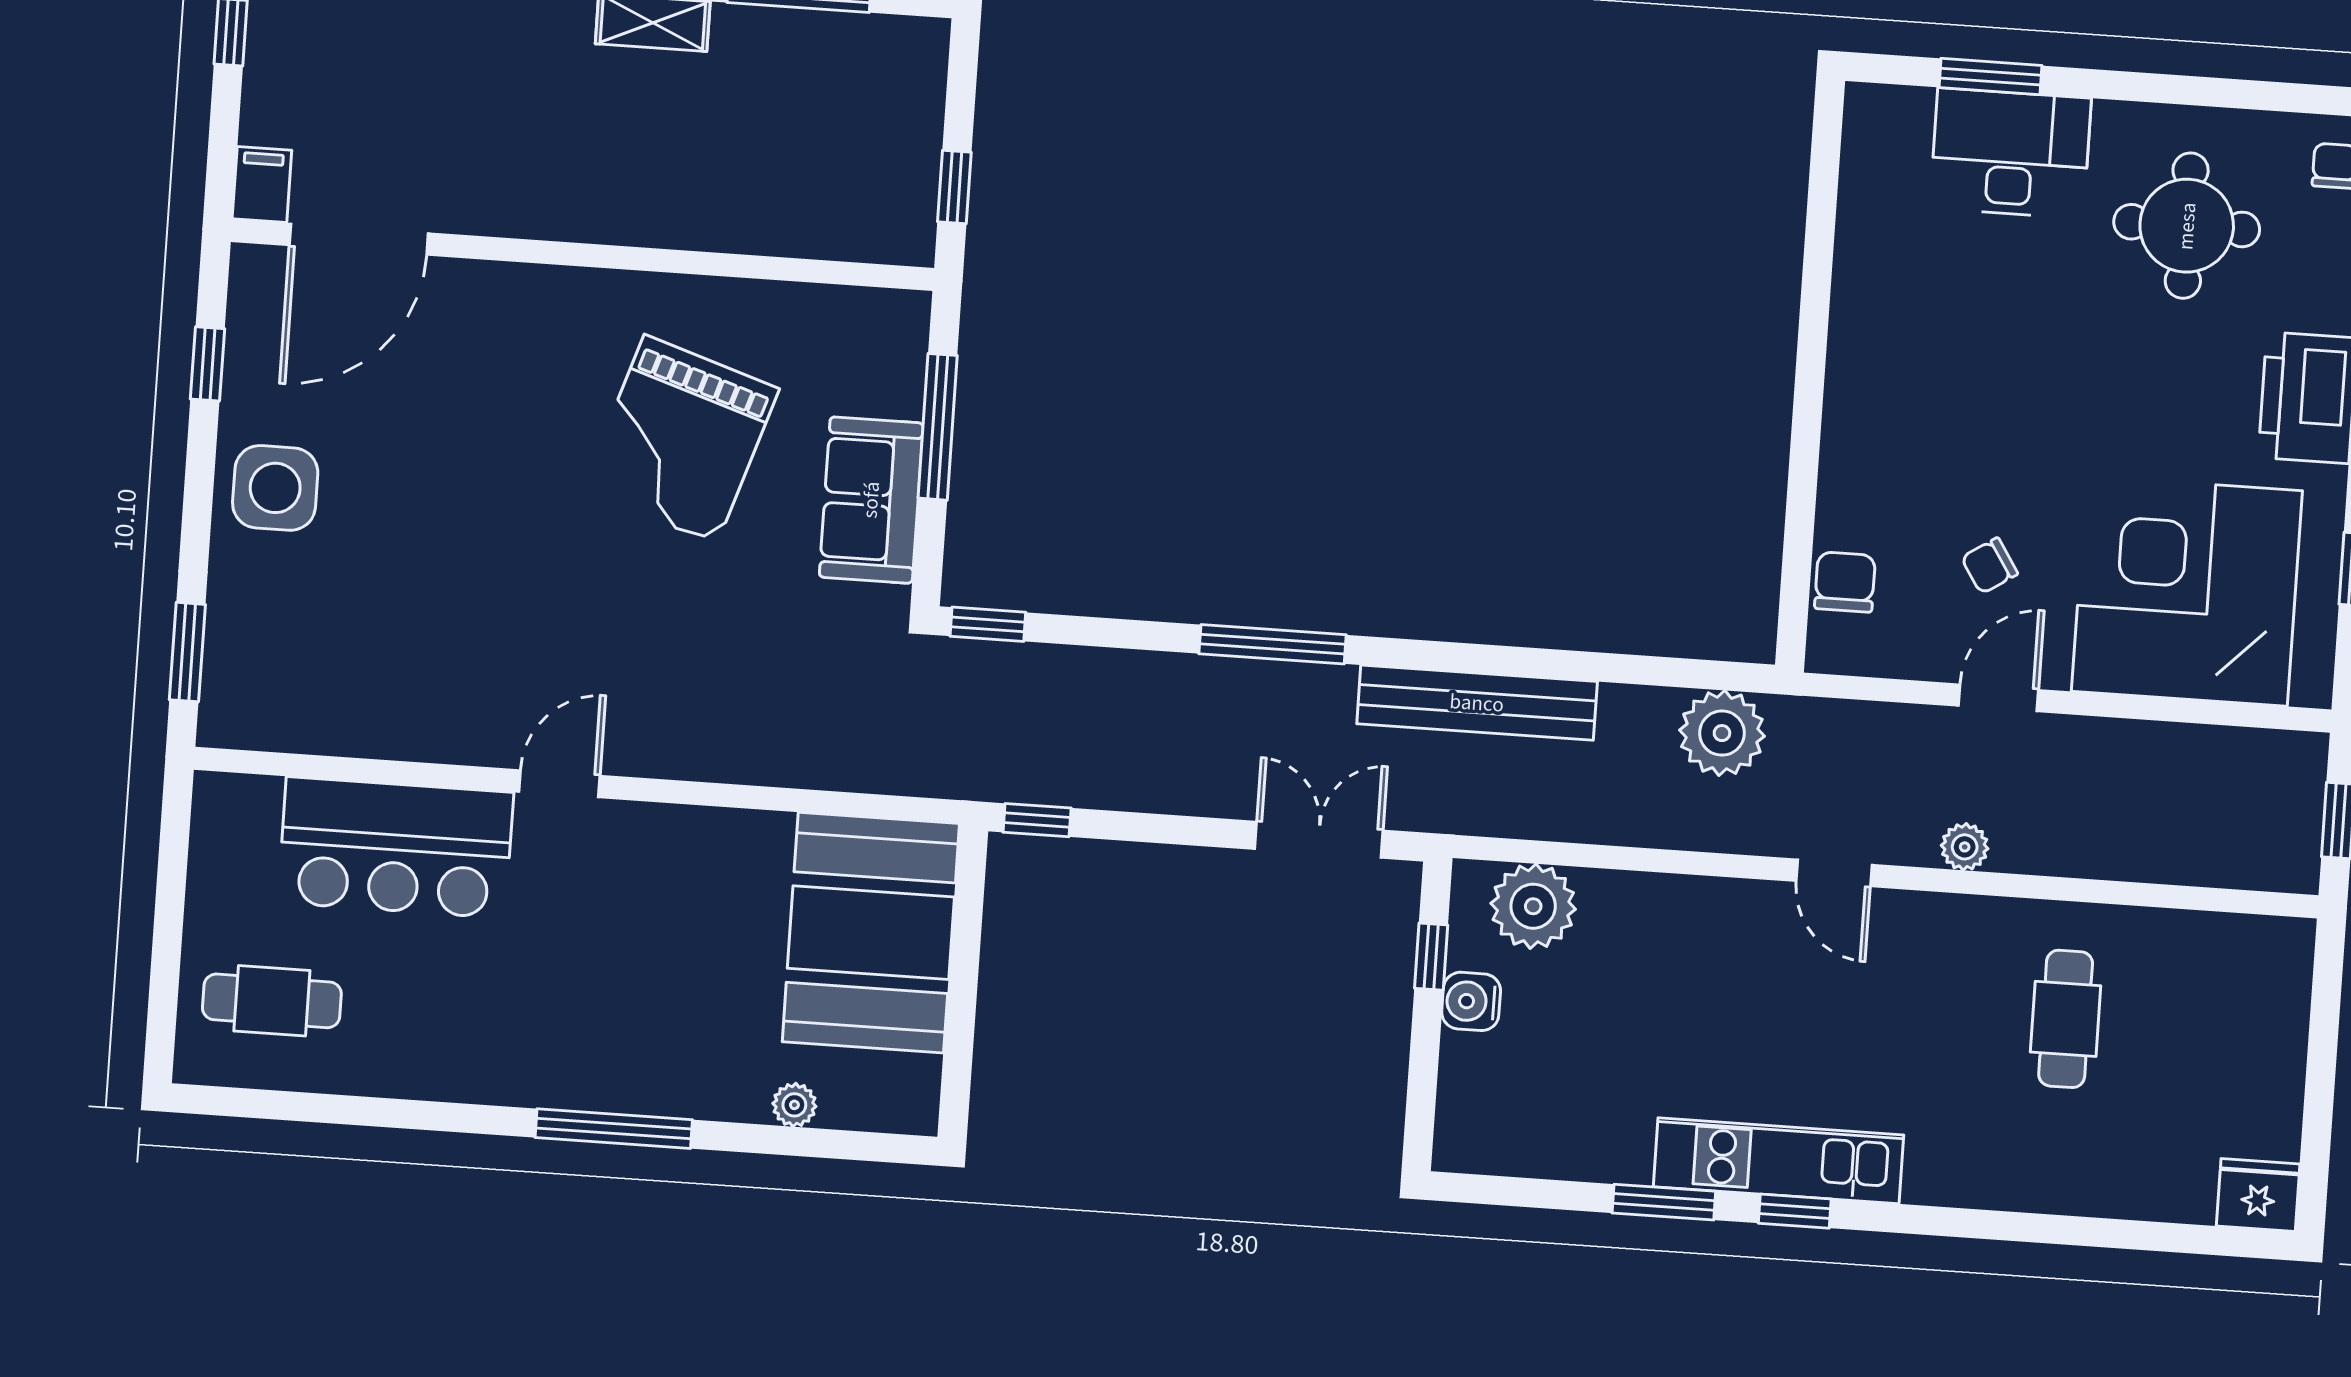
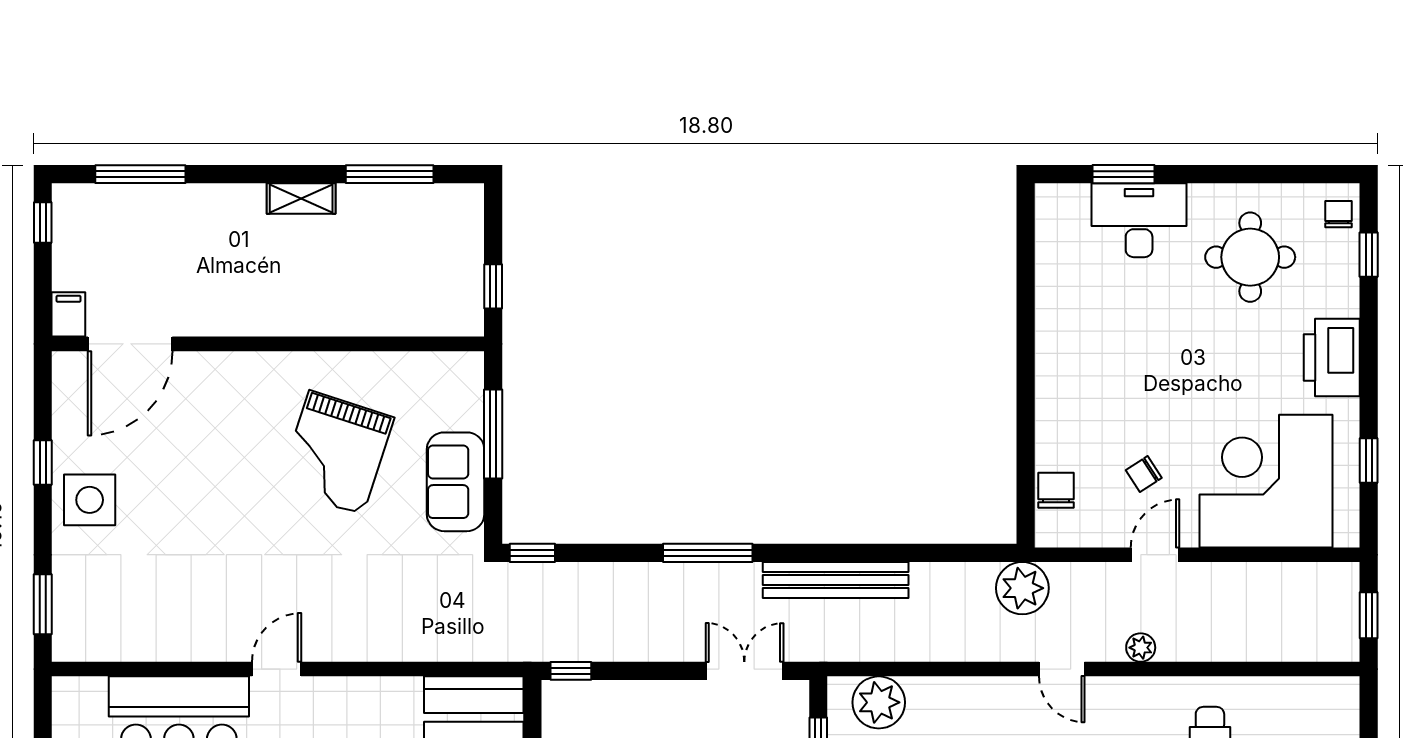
window: (208, 364) -> (43, 462), moved
plant: (1722, 733) -> (1022, 588), moved

